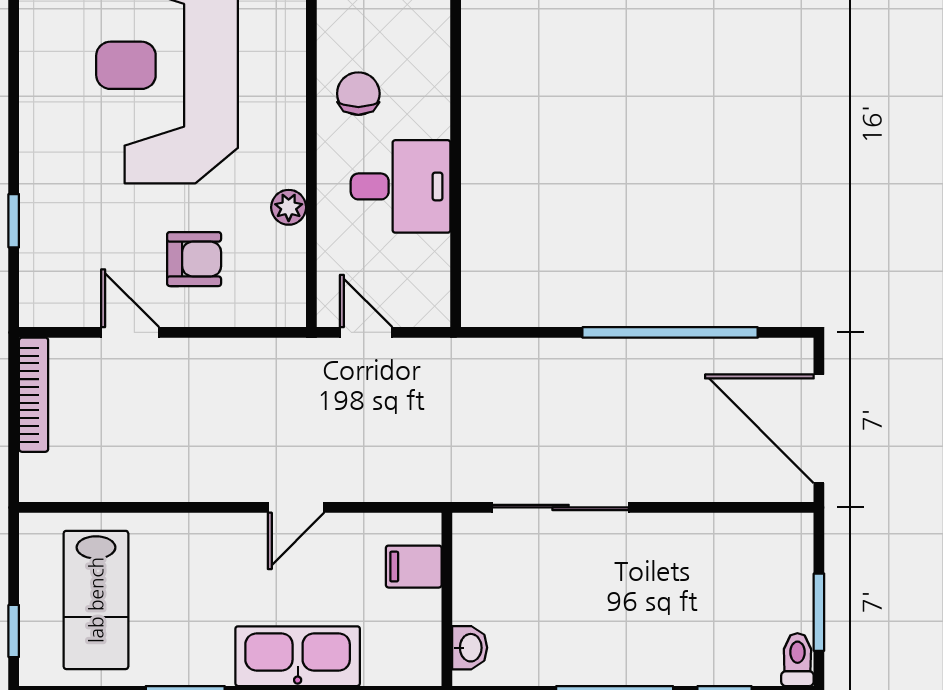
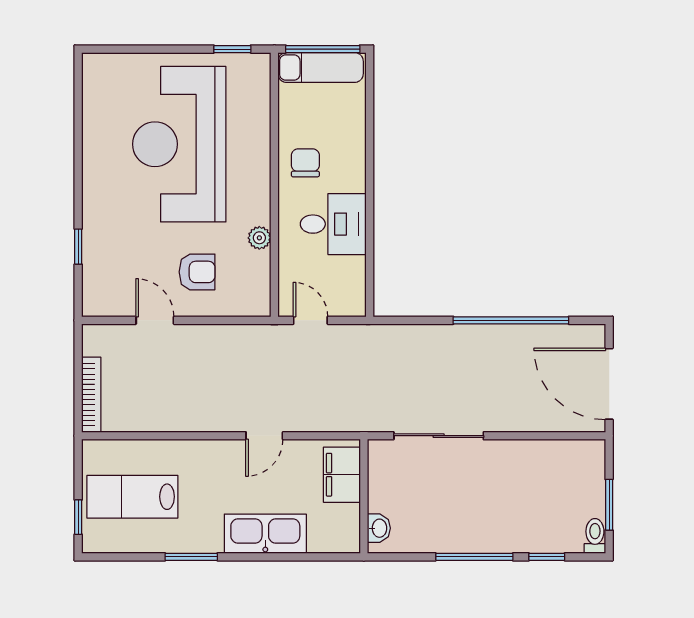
bookcase: (34, 395) -> (91, 395), moved
filing cabinet: (414, 567) -> (342, 475), width x2.00
lab bench: (96, 600) -> (132, 497), turned 90

